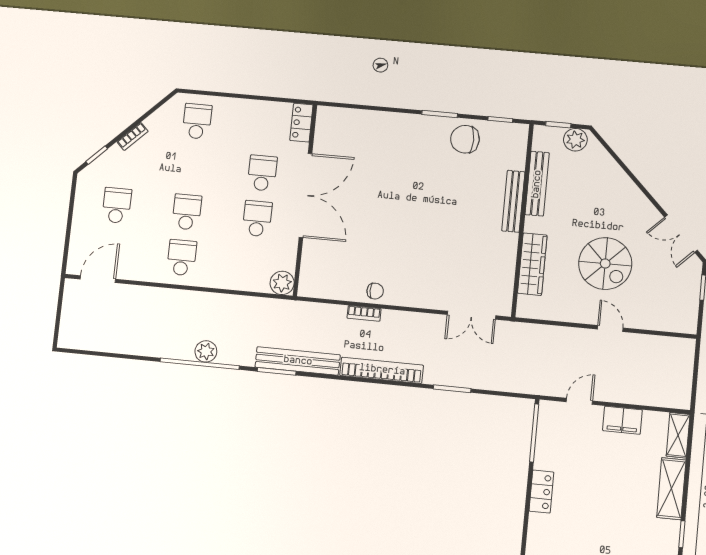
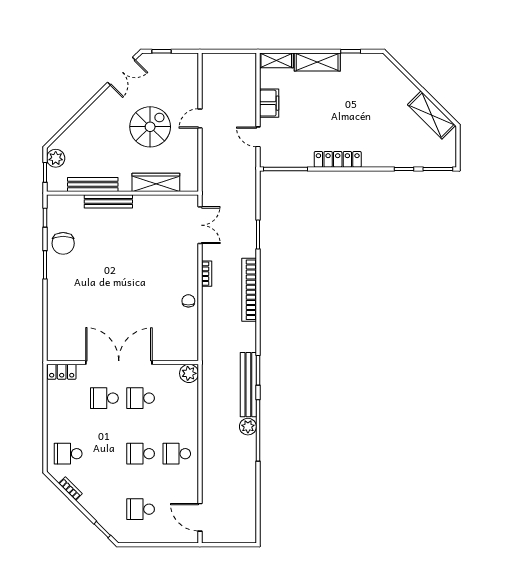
bookcase: (133, 137) -> (70, 489), moved
bookcase: (364, 313) -> (207, 274), moved
bench: (298, 361) -> (248, 385), moved
locker: (541, 492) -> (338, 159), width x1.53

